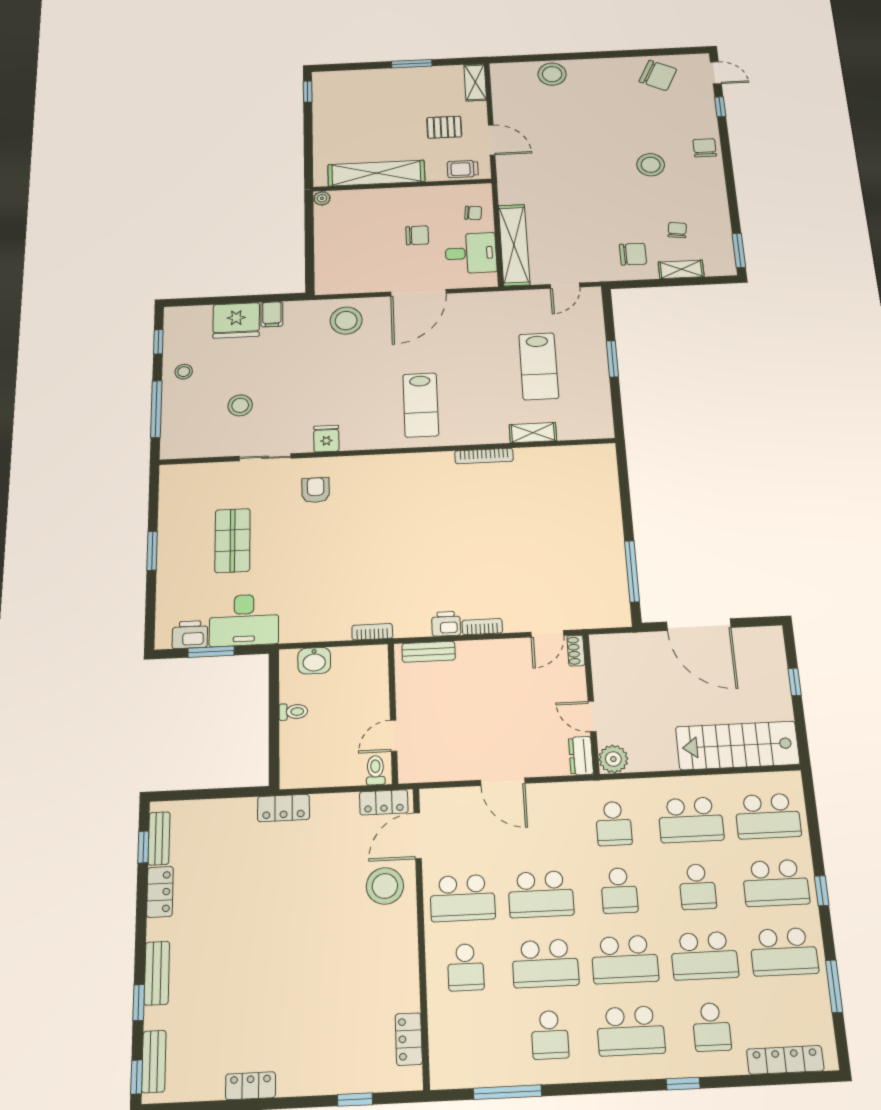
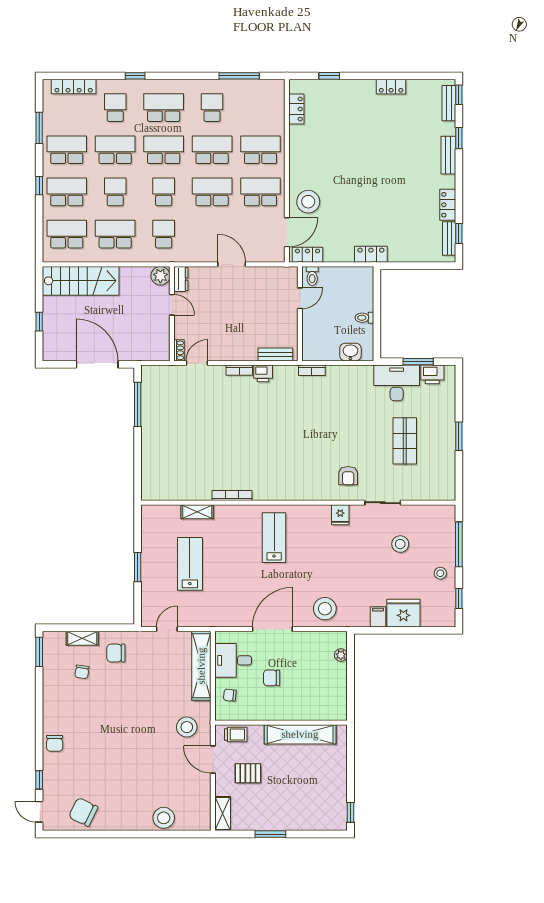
stool: (651, 165) -> (187, 727), moved
plant: (322, 198) -> (341, 655), moved
school desk: (466, 967) -> (260, 150), width x1.85

